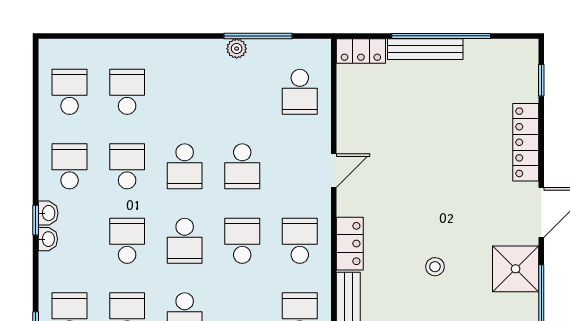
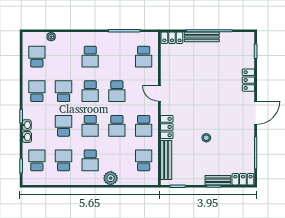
plant: (237, 49) -> (51, 37), moved
school desk: (127, 92) -> (90, 57), moved, turned 180
locker: (526, 142) -> (248, 80), width x0.66
door: (334, 171) -> (159, 93), swing flipped
washbasin: (48, 213) -> (27, 137), moved
school desk: (242, 241) -> (117, 126), turned 180
school desk: (300, 241) -> (144, 126), turned 180
shower: (516, 269) -> (244, 139), removed

